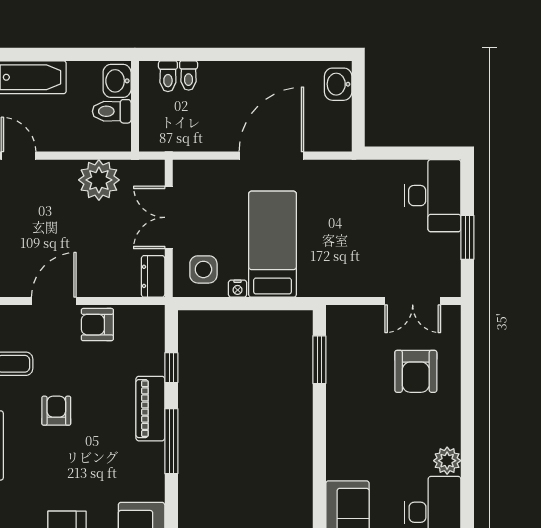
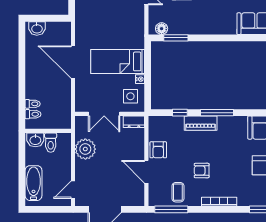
floor lamp: (338, 331) -> (162, 29), added

